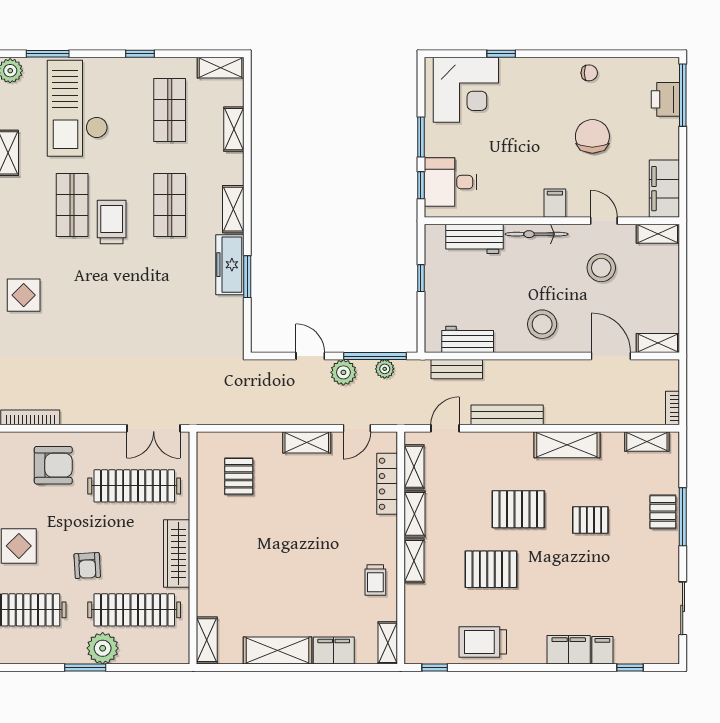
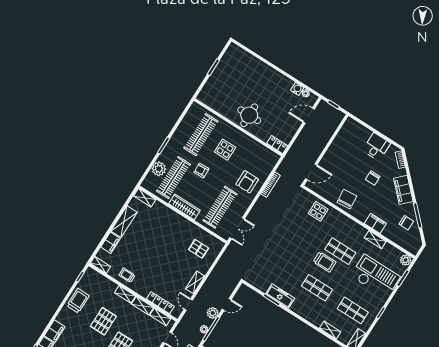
shelving: (233, 209) -> (300, 311), removed
double door: (154, 428) -> (237, 228), swing flipped
plant: (103, 648) -> (159, 169), moved

